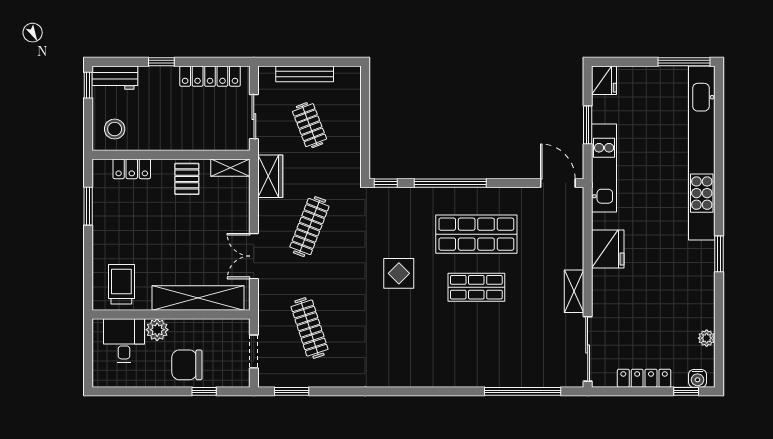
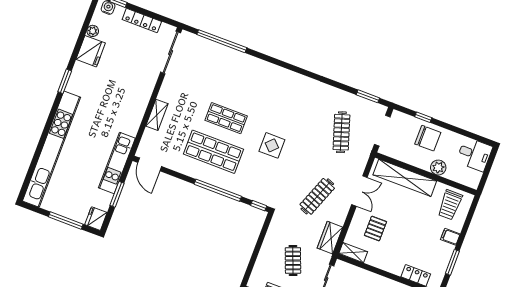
window: (684, 62) -> (66, 221), moved
pallet: (187, 179) -> (375, 229), moved
filing cabinet: (104, 240) -> (450, 237), added
fridge: (608, 249) -> (91, 51), moved, turned 180
shelving: (574, 291) -> (157, 115), moved
desk: (124, 341) -> (474, 154), moved, turned -90
doorway: (254, 351) -> (382, 131), width x1.38

